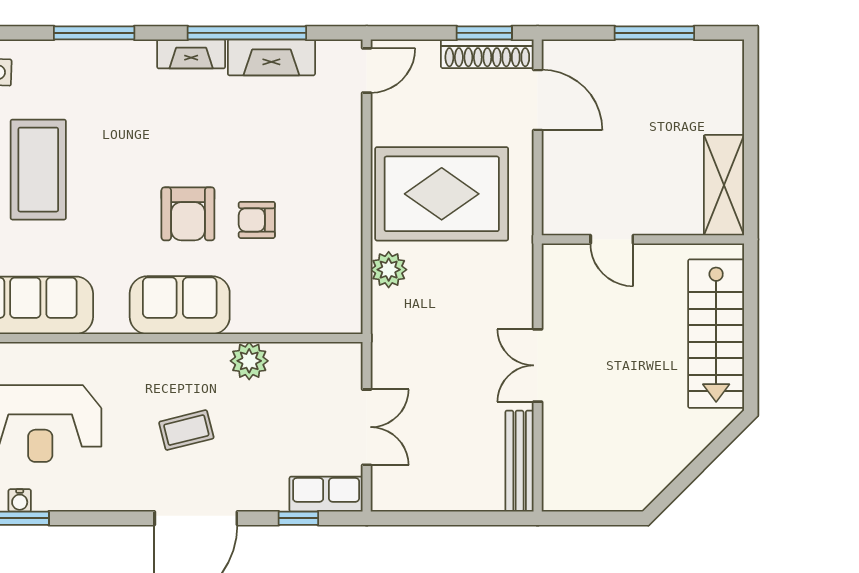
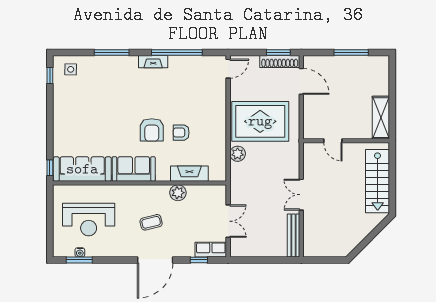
fireplace: (271, 57) -> (189, 174), moved, turned 180
coffee table: (38, 170) -> (88, 111), removed
sofa: (180, 305) -> (134, 169), moved

